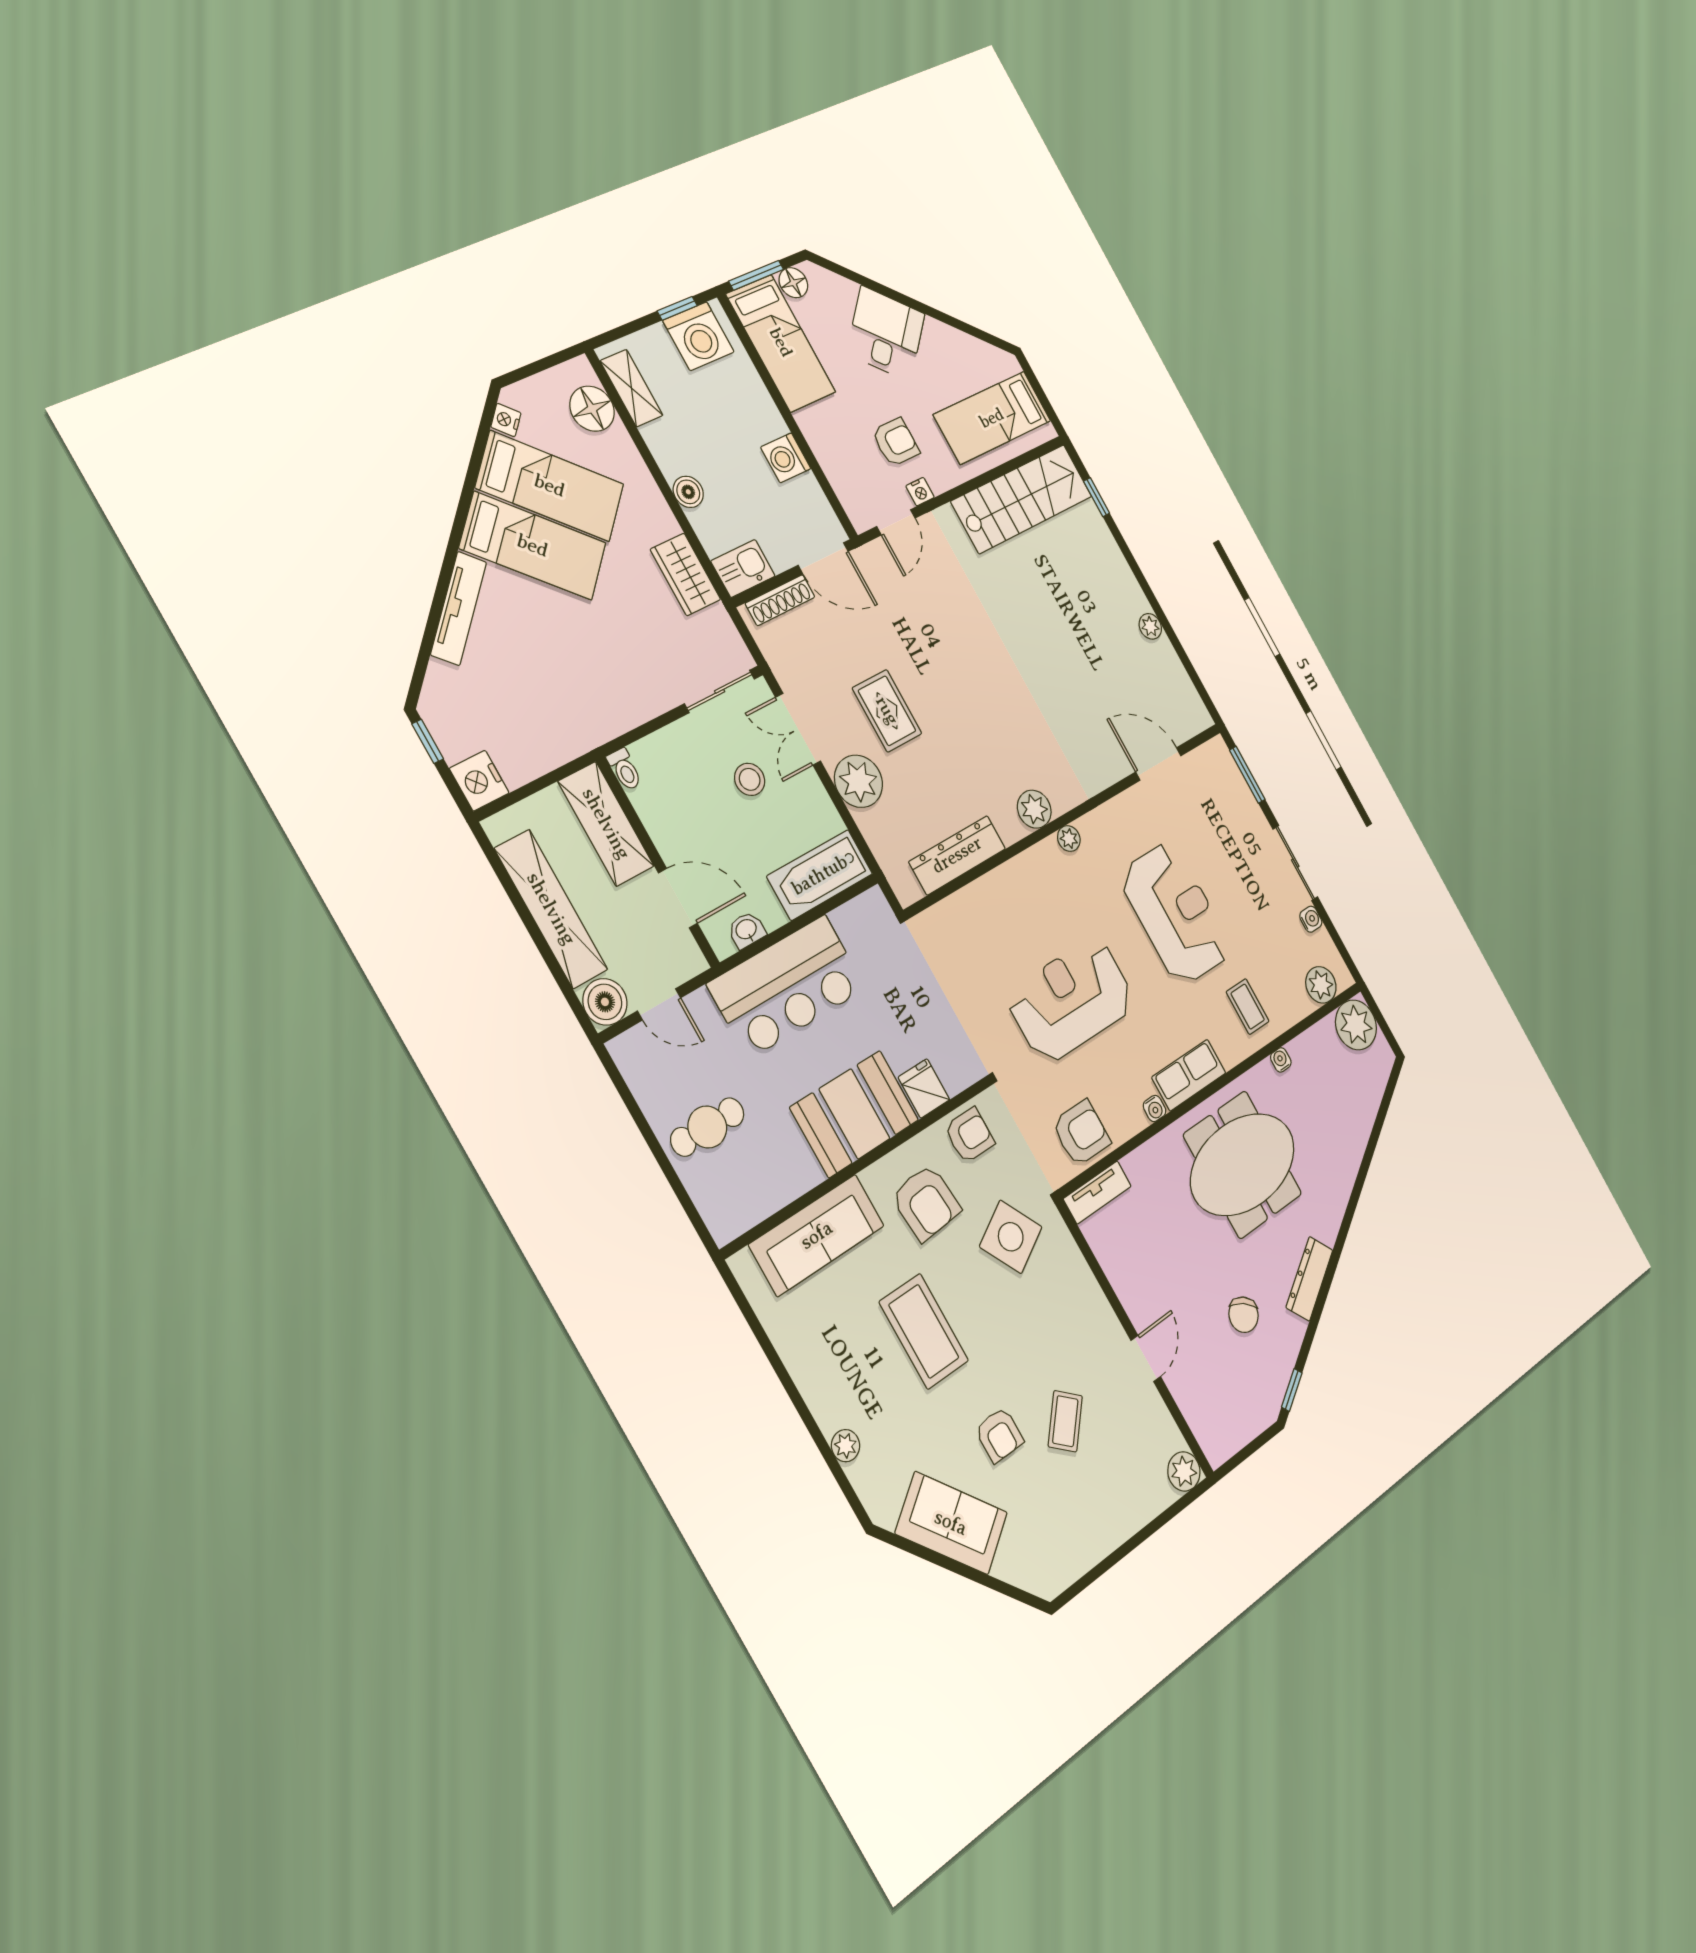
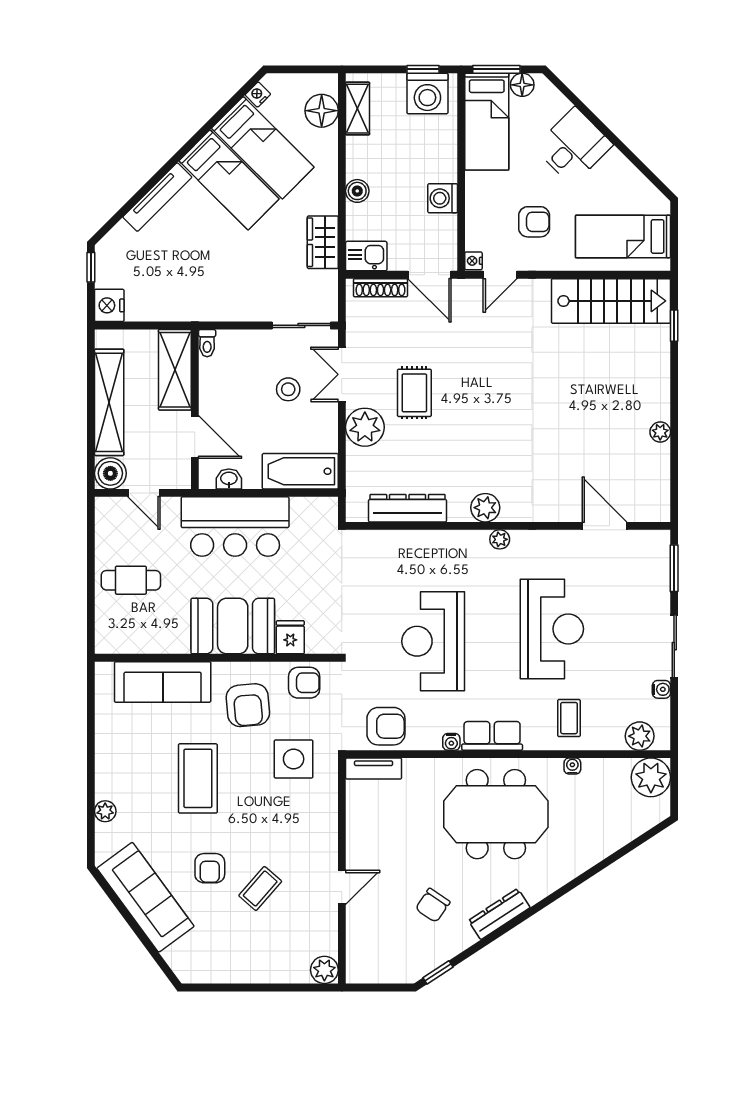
nightstand: (920, 492) -> (473, 261), moved, turned 90
reception desk: (1071, 1000) -> (433, 641), turned -90
side table: (1011, 1237) -> (294, 759), turned 30
sofa: (951, 1523) -> (145, 897), width x1.36

